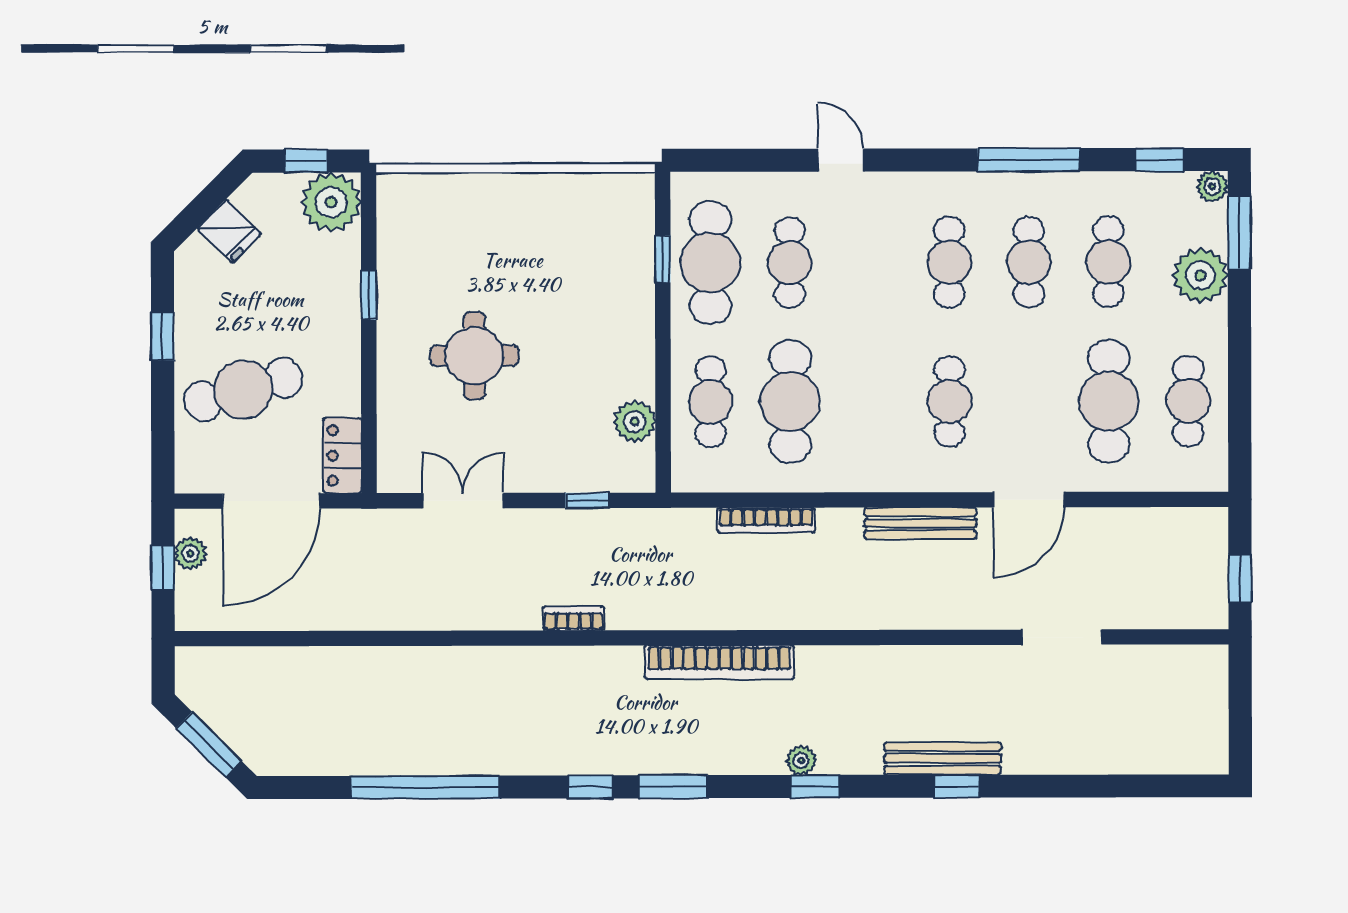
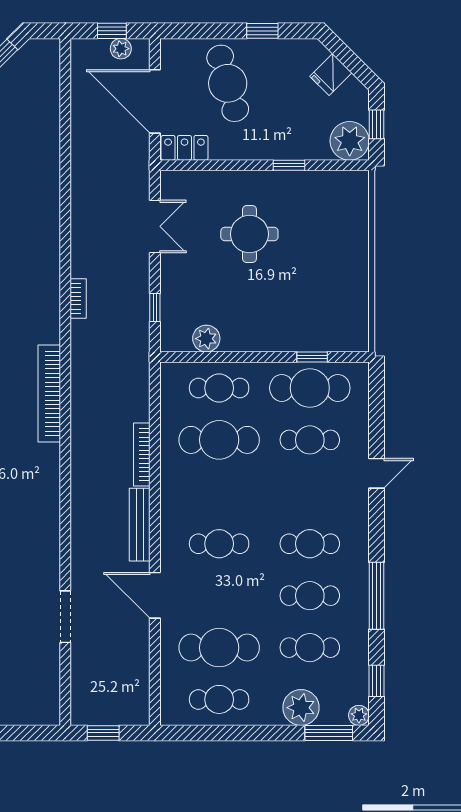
bookcase: (766, 520) -> (142, 455), moved

